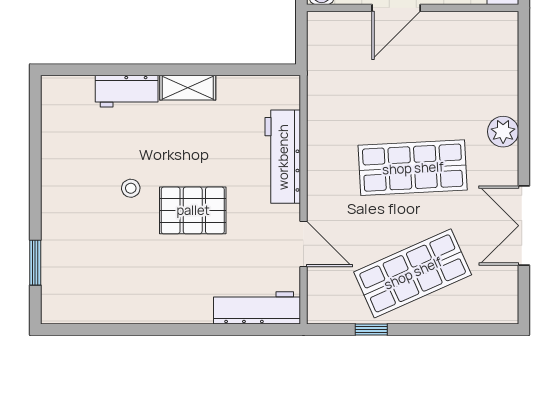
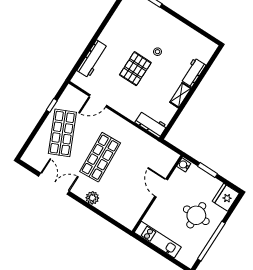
workbench: (283, 157) -> (151, 124), moved, width x0.73
workbench: (257, 308) -> (92, 59), moved

